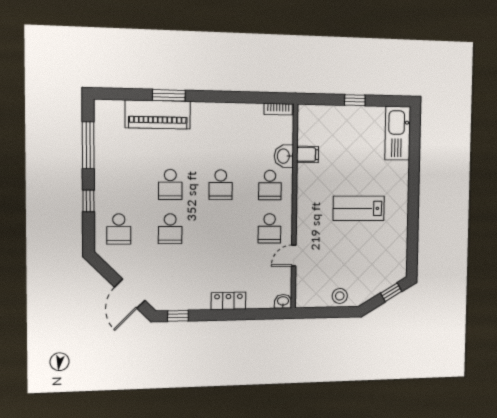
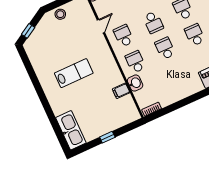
school desk: (220, 229) -> (153, 22), added

